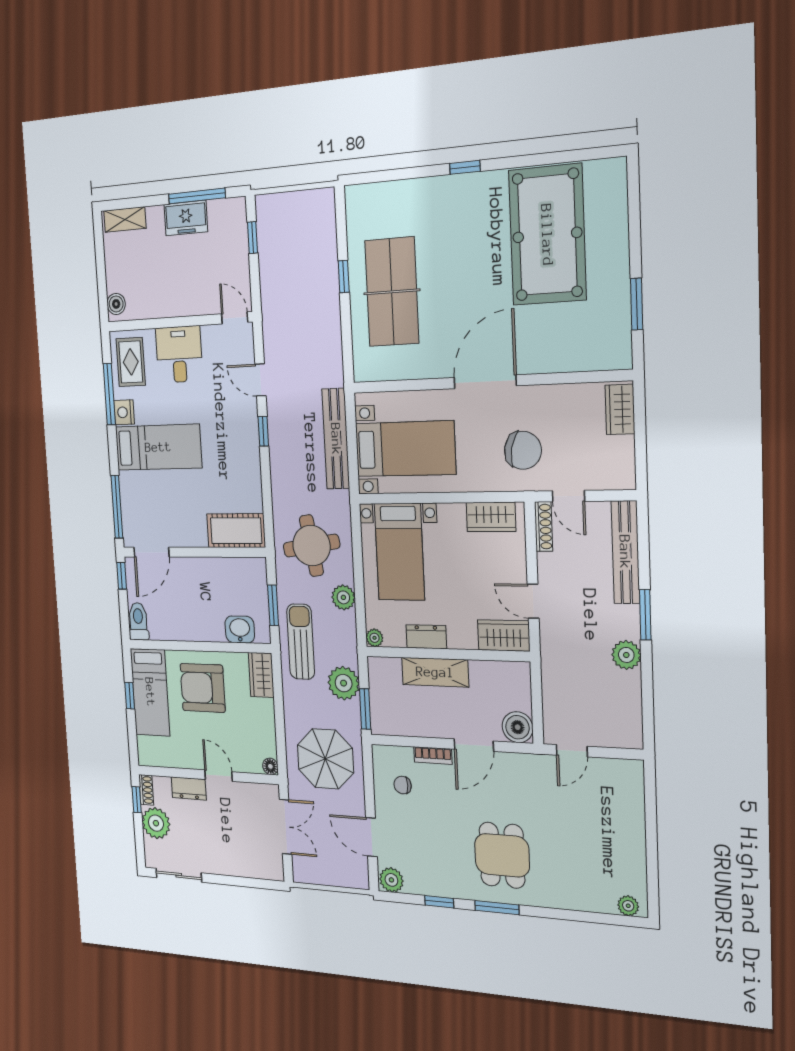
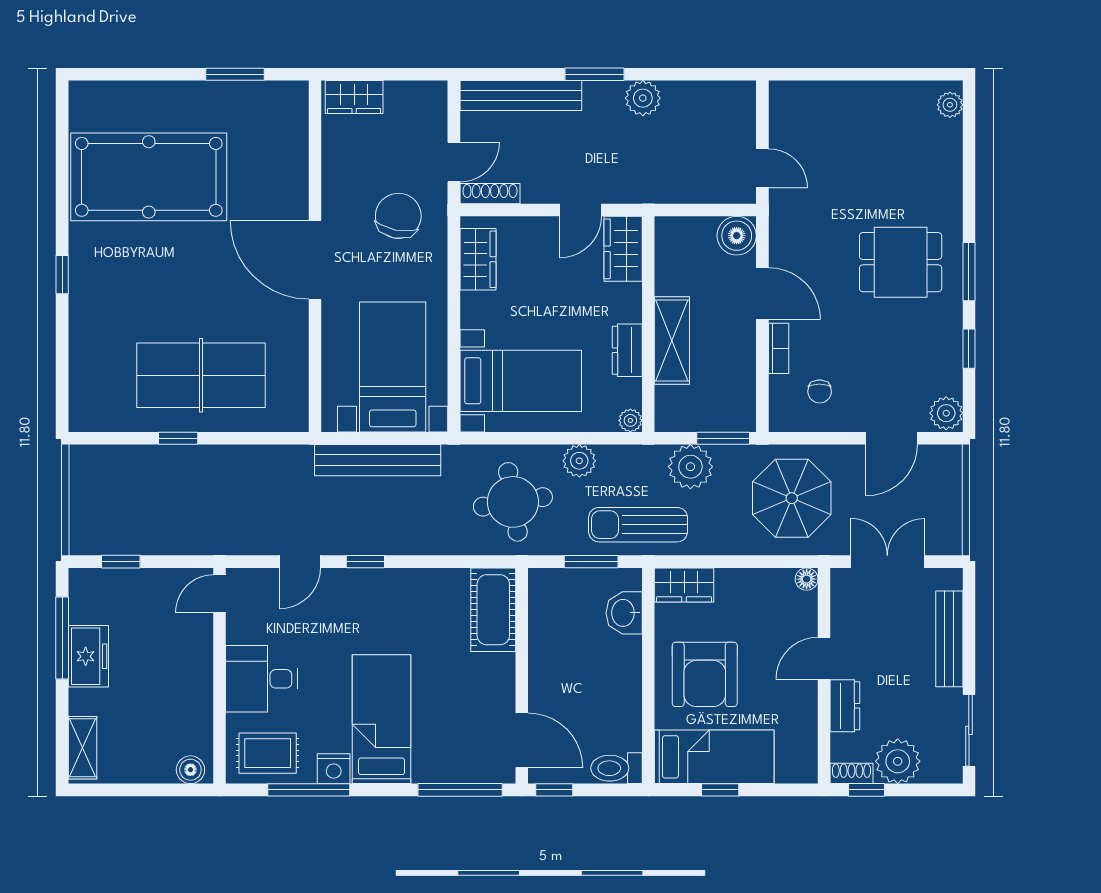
bench: (237, 867) -> (949, 639), added

